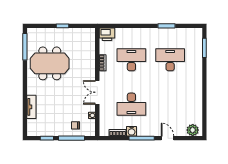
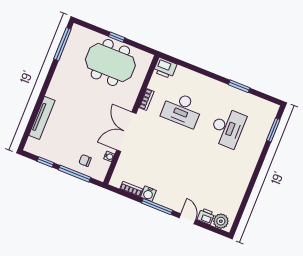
desk: (131, 60) -> (182, 110), turned 180
desk: (170, 60) -> (227, 128), turned 90
meeting table: (50, 63) -> (110, 62), moved
double door: (97, 92) -> (126, 132), width x1.37
desk: (131, 104) -> (161, 162), removed
tv unit: (31, 107) -> (42, 118), width x1.41
printer: (180, 131) -> (206, 216), added

